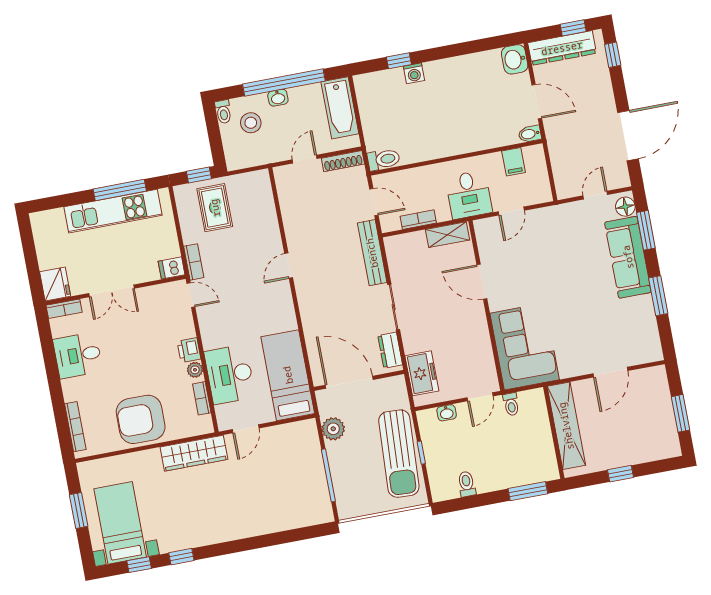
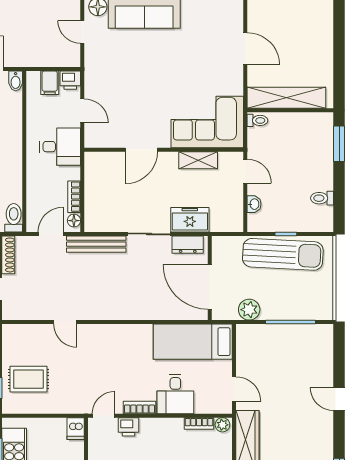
filing cabinet: (514, 162) -> (50, 83), moved, turned 90
printer: (542, 192) -> (70, 80), added
floor lamp: (393, 224) -> (74, 221), added
shelving: (448, 235) -> (198, 160), moved, turned 90
bookcase: (194, 262) -> (139, 407), moved
door: (289, 266) -> (65, 322), moved
printer: (189, 350) -> (129, 427), moved
plant: (195, 370) -> (222, 425), moved
freezer: (422, 373) -> (190, 220), moved
desk: (230, 374) -> (175, 394), width x0.73
door: (349, 382) -> (210, 287), hinge flipped
toilet: (511, 404) -> (257, 120), moved
window: (621, 474) -> (339, 57), removed
door: (256, 543) -> (339, 399), added

